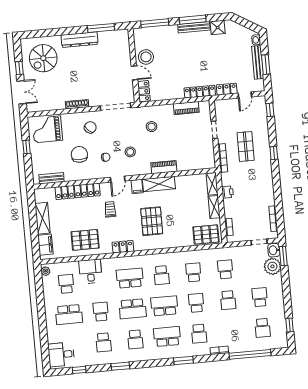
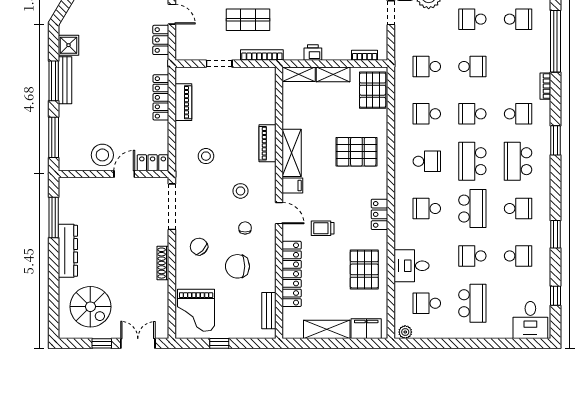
locker: (200, 92) -> (161, 97), moved
pallet: (152, 221) -> (356, 152), moved
school desk: (130, 278) -> (427, 209), width x0.54

